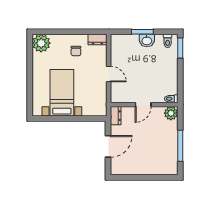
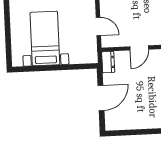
door: (109, 74) -> (98, 27), moved

